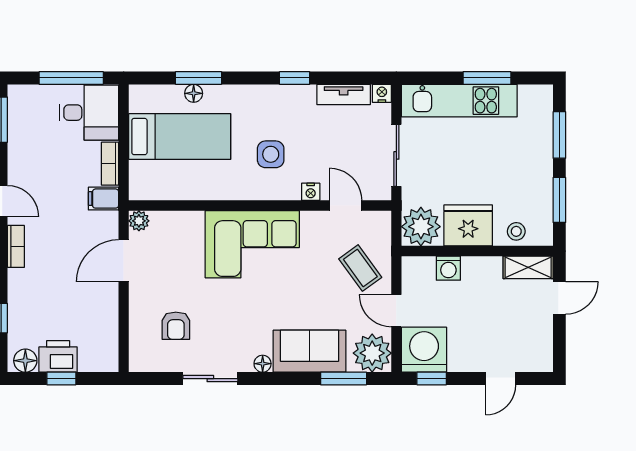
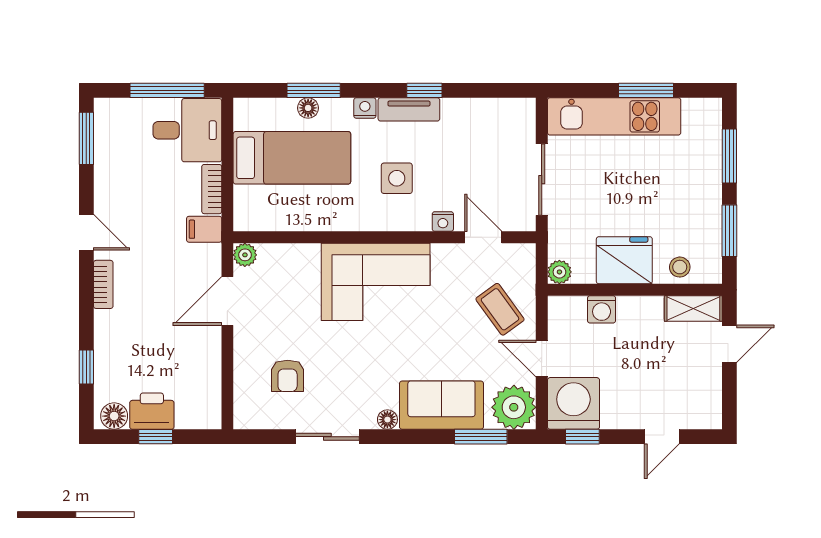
nightstand: (382, 93) -> (365, 108), moved
tv unit: (344, 95) -> (409, 109), moved
plant: (421, 227) -> (559, 272), width x0.53, depth x0.53

